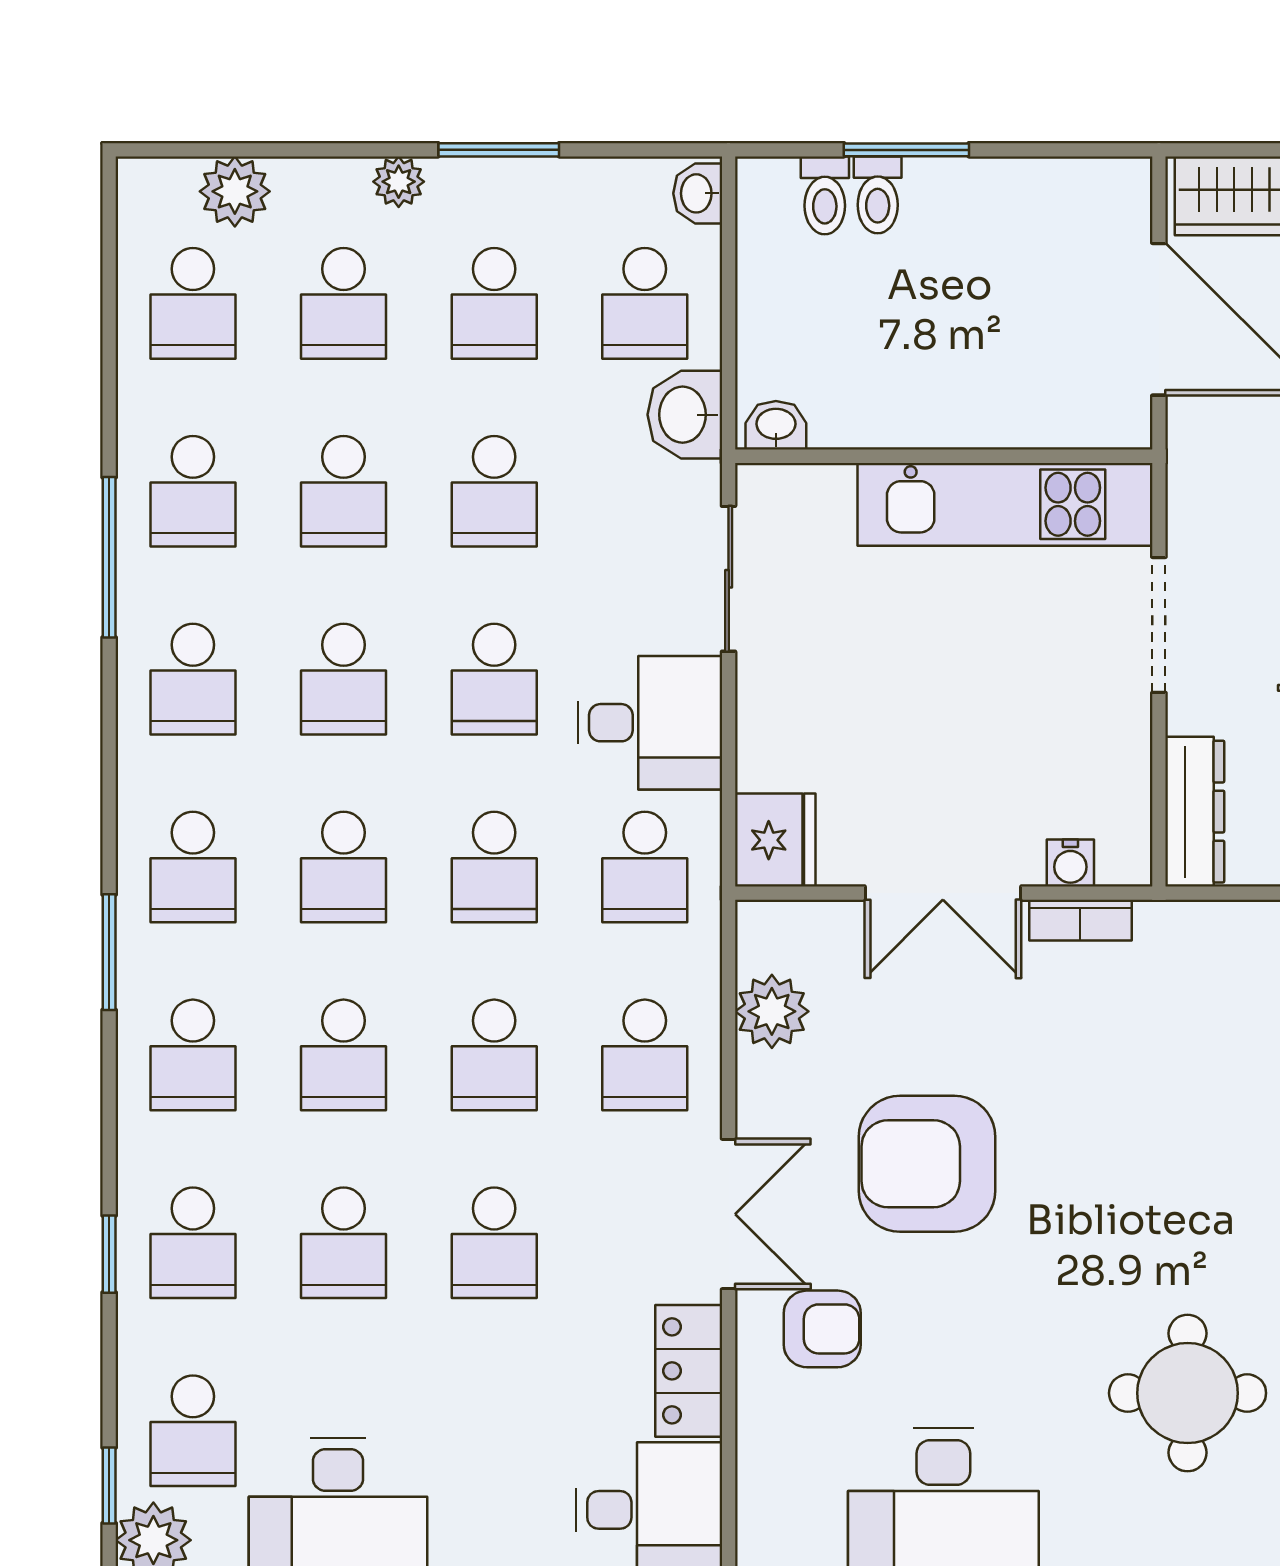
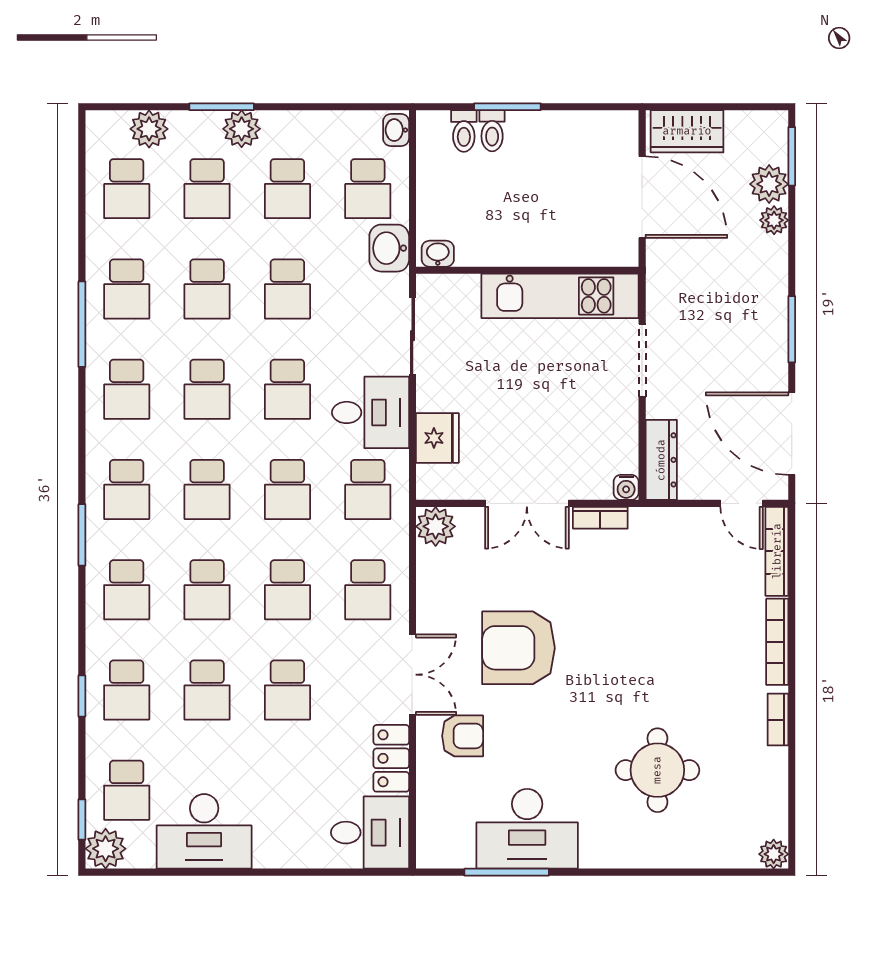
window: (499, 150) -> (222, 107), moved
plant: (399, 182) -> (242, 129), width x1.38, depth x1.38
fridge: (775, 840) -> (437, 438), moved
water cooler: (1070, 863) -> (626, 487), moved
plant: (772, 1011) -> (436, 526), moved

